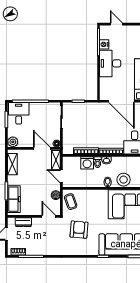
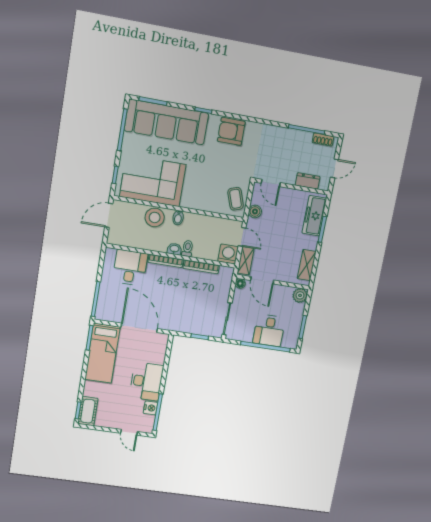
desk: (19, 113) -> (269, 330), moved
washing machine: (87, 163) -> (228, 254), moved
armchair: (79, 230) -> (231, 131), moved, turned 85

